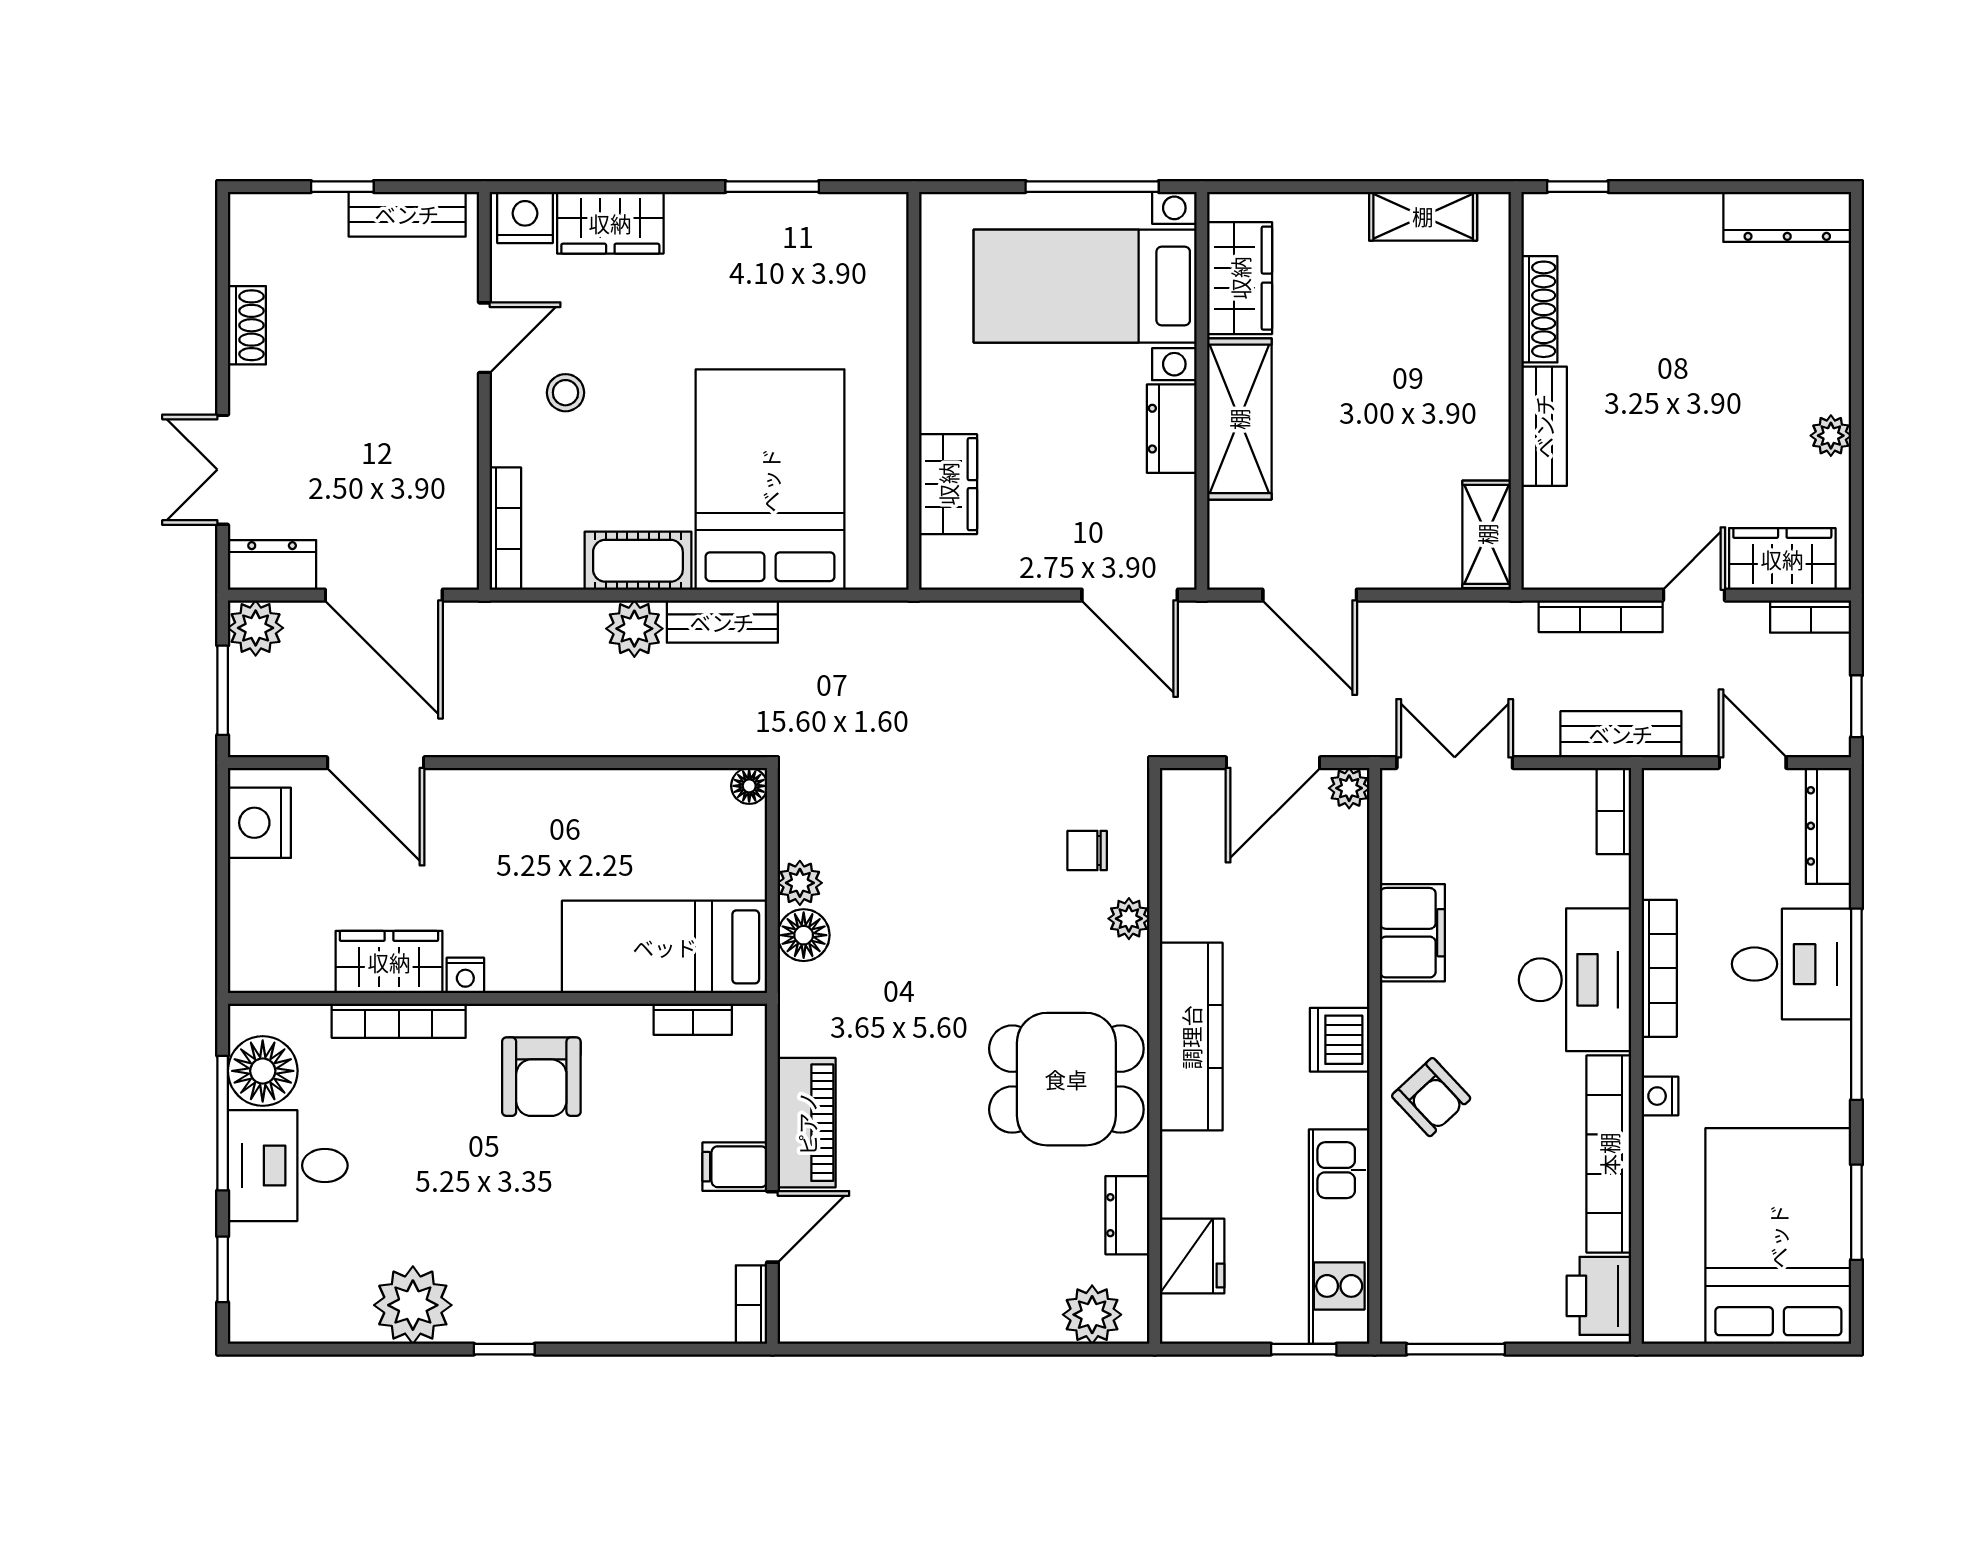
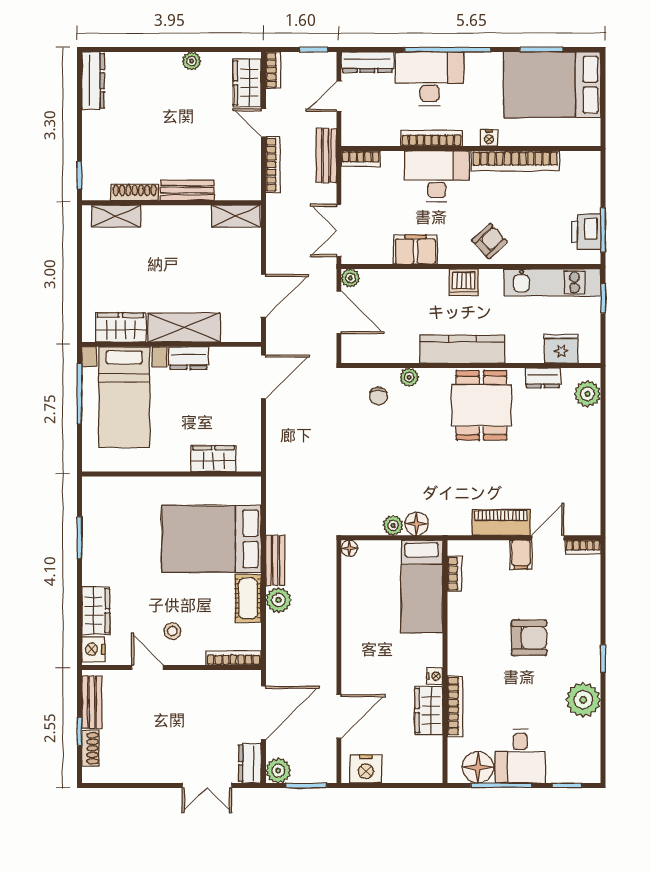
shelving: (1423, 216) -> (116, 216), moved, turned 90
shoe rack: (247, 325) -> (90, 748), moved, turned 90
desk: (1791, 964) -> (430, 79), width x1.37
armchair: (541, 1077) -> (529, 638), moved
door: (772, 1227) -> (548, 538), hinge flipped
printer: (1599, 1296) -> (586, 232), moved, turned 90

